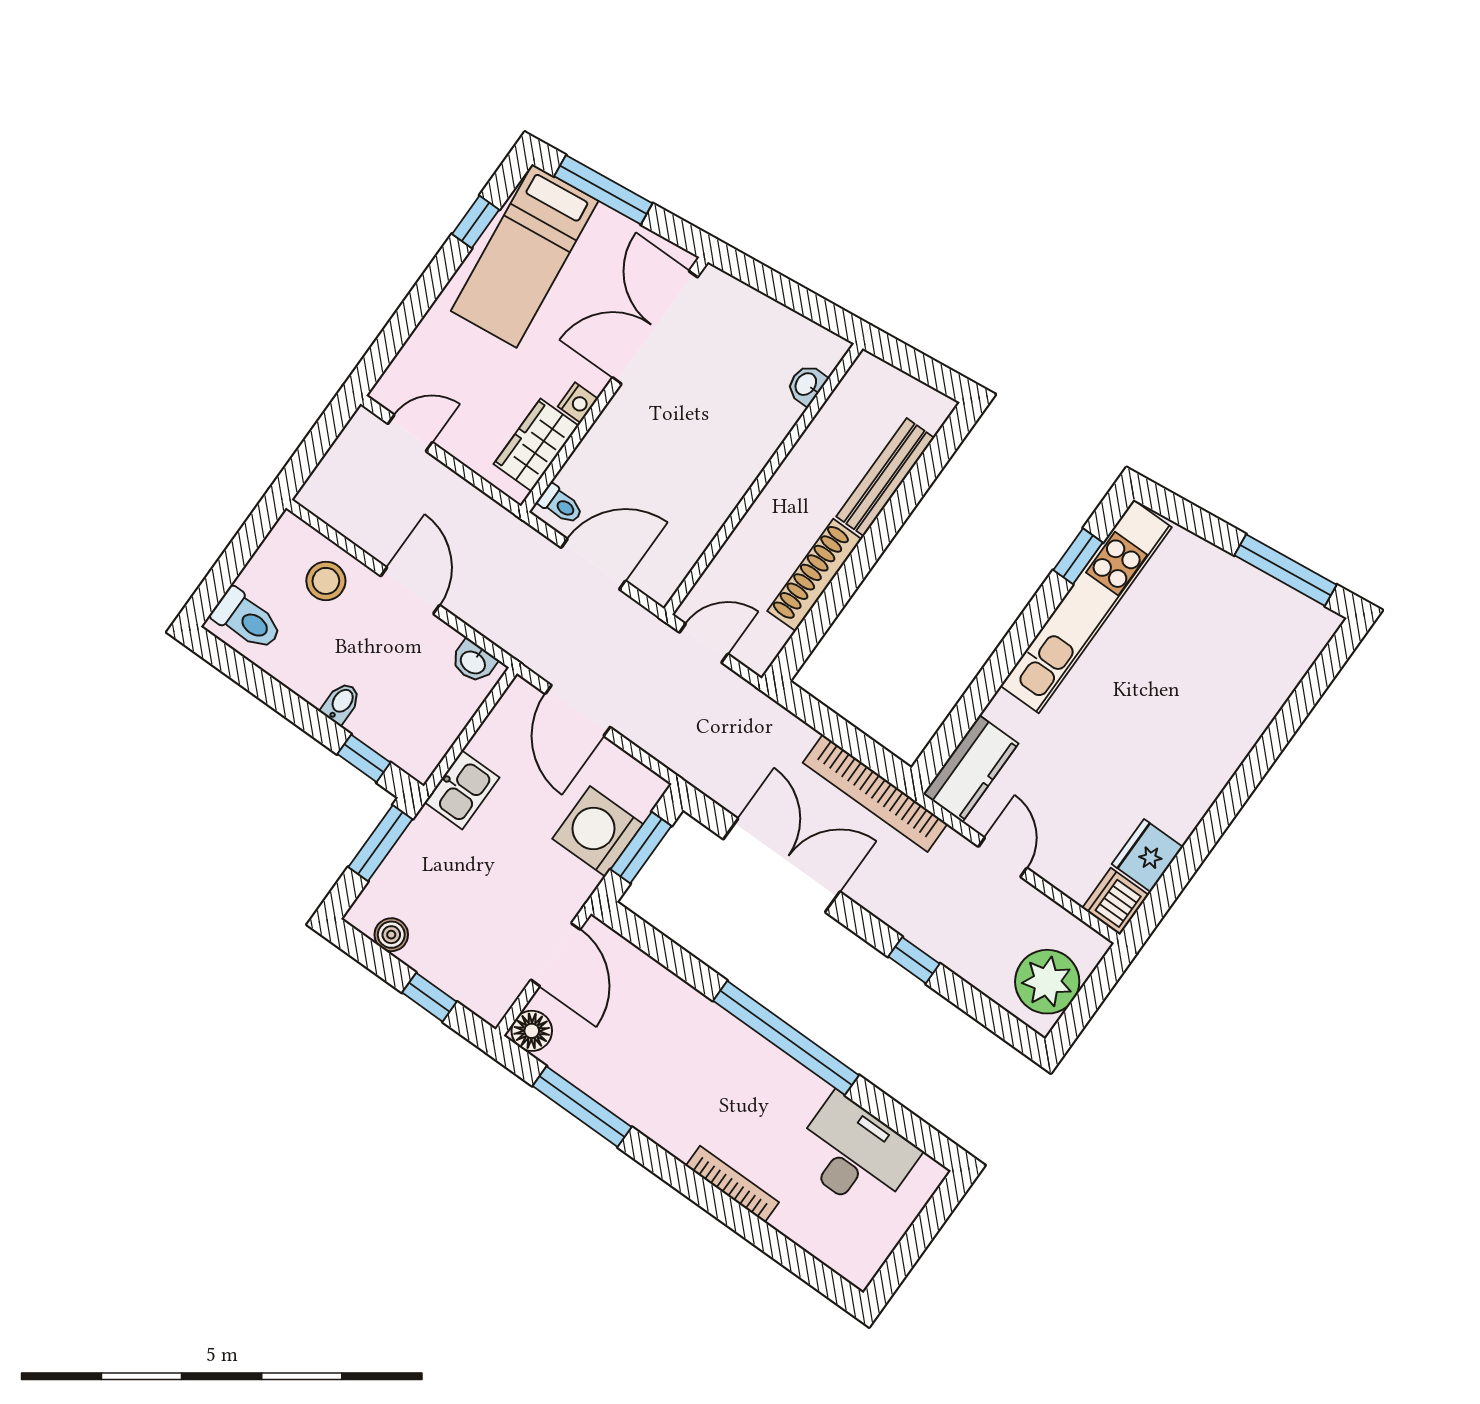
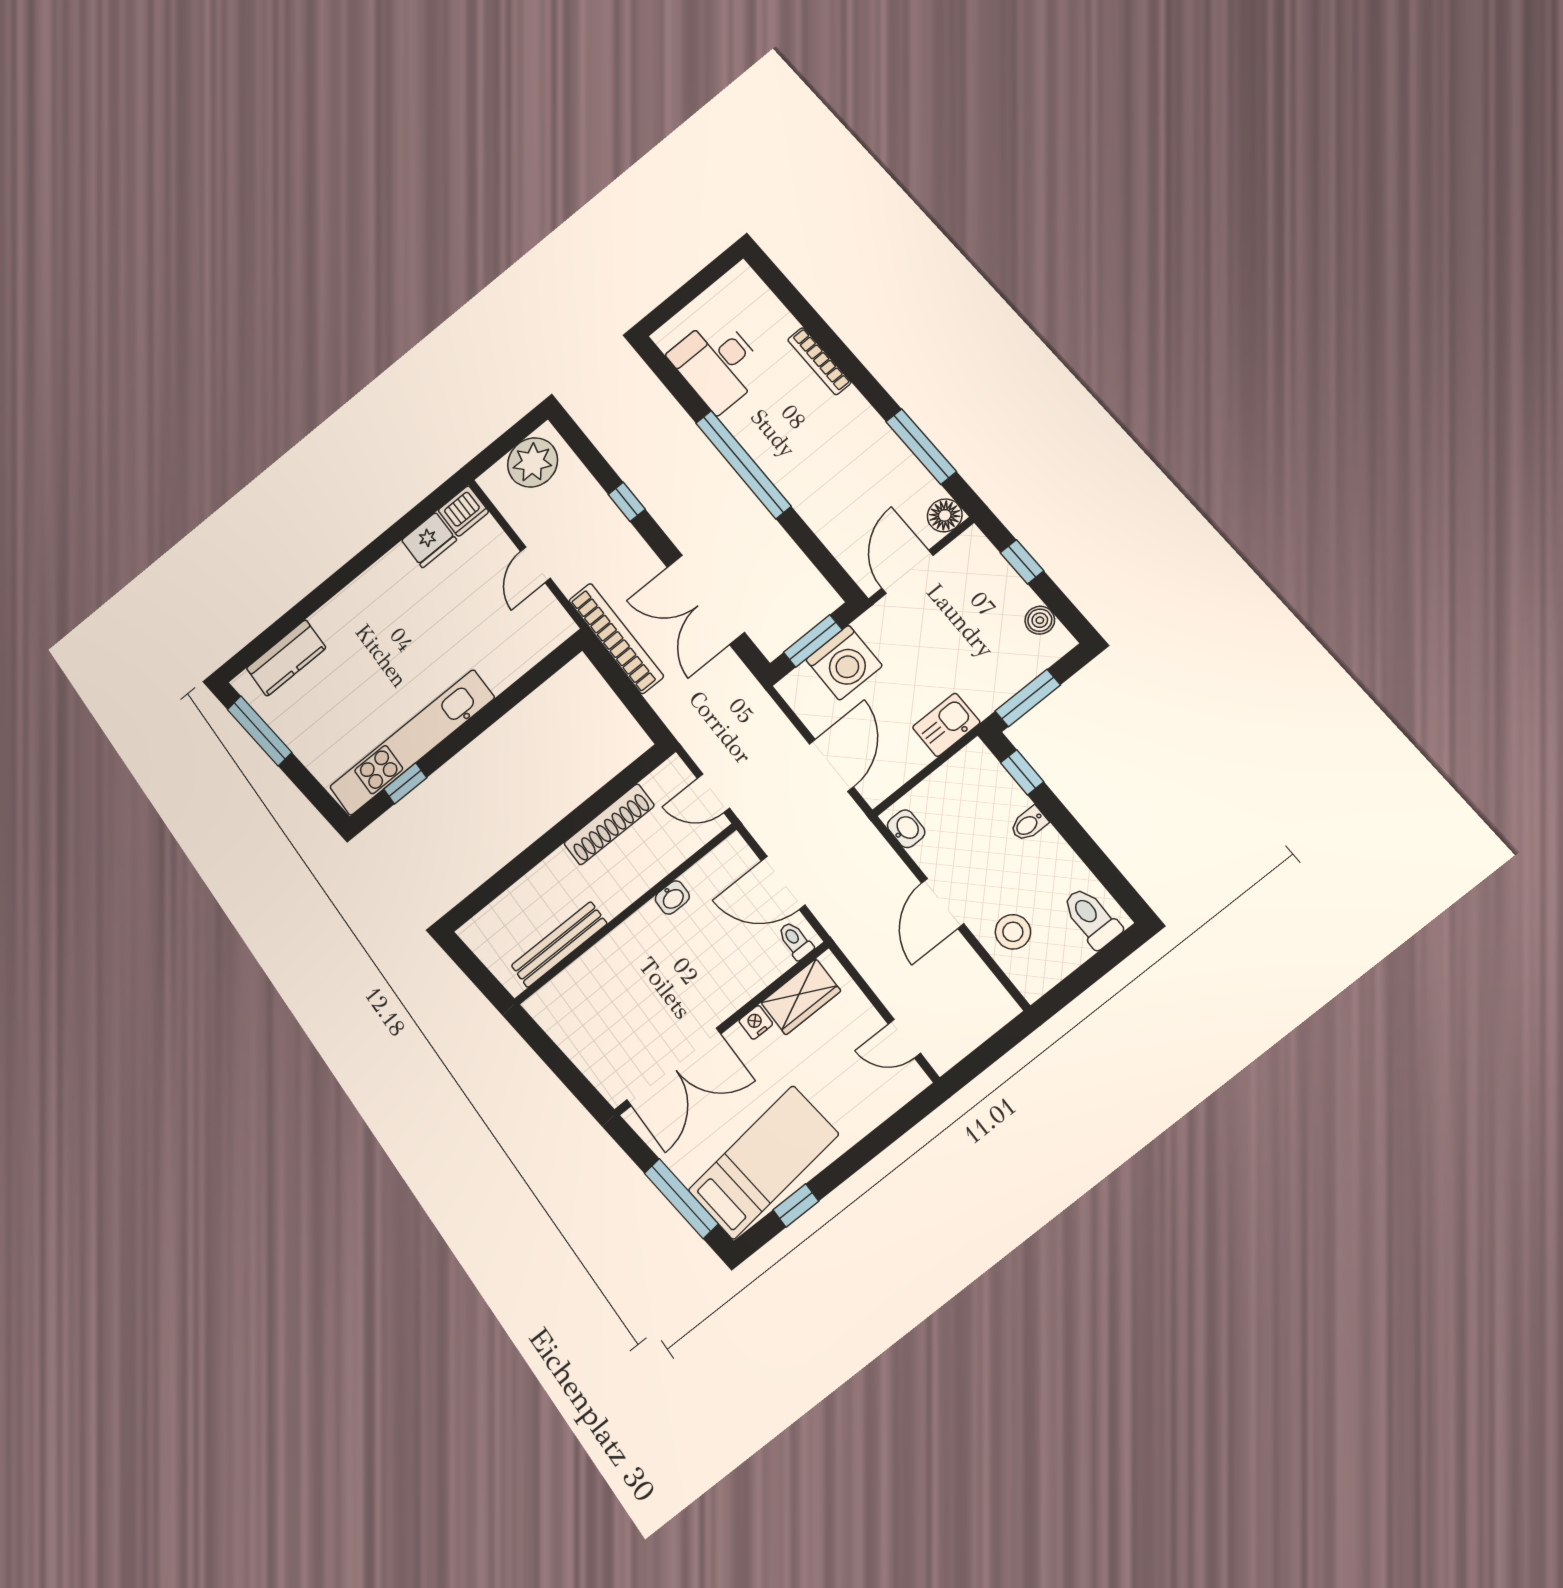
washbasin: (807, 385) -> (672, 897), moved
bench: (885, 477) -> (559, 945), moved
kitchen counter: (971, 769) -> (286, 658), moved, turned 180

